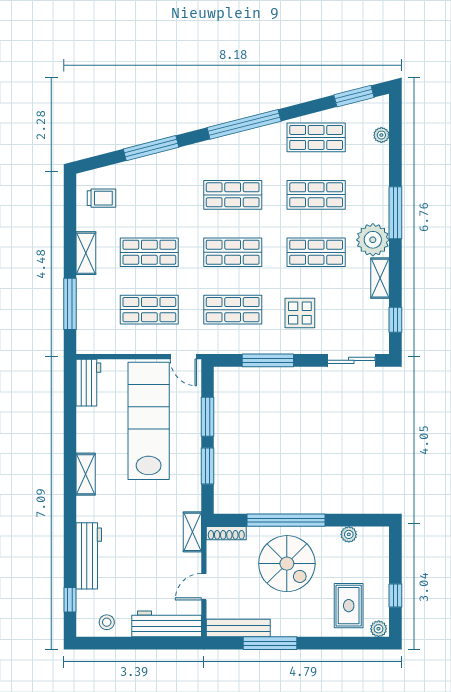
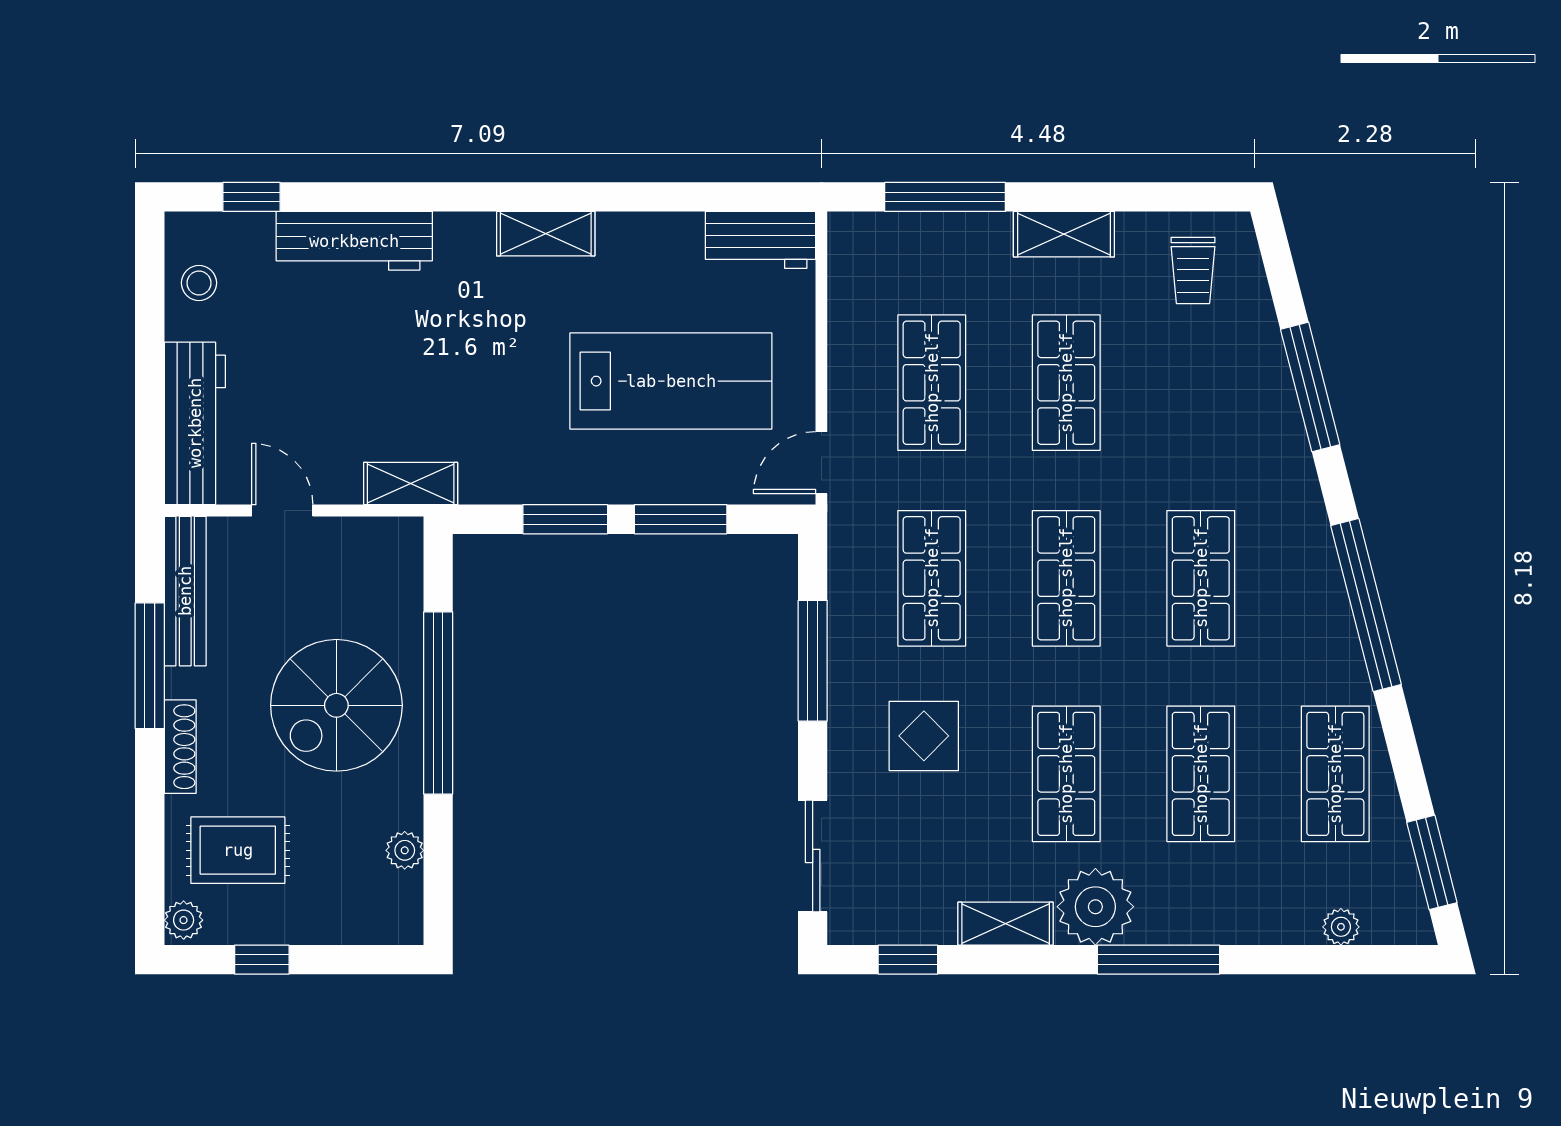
lab bench: (149, 421) -> (671, 381), width x0.73
shoe rack: (226, 533) -> (180, 747), moved, turned 180

